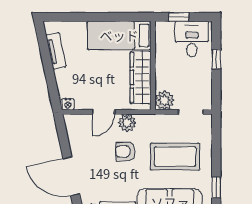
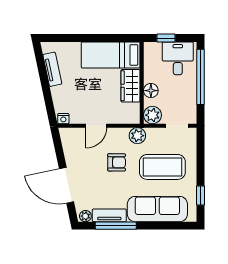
window: (216, 59) -> (200, 77), width x3.17
floor lamp: (163, 74) -> (151, 91), added
wardrobe: (141, 77) -> (131, 86), width x0.67
plant: (127, 123) -> (137, 136), moved
armchair: (125, 151) -> (117, 162), turned 180

